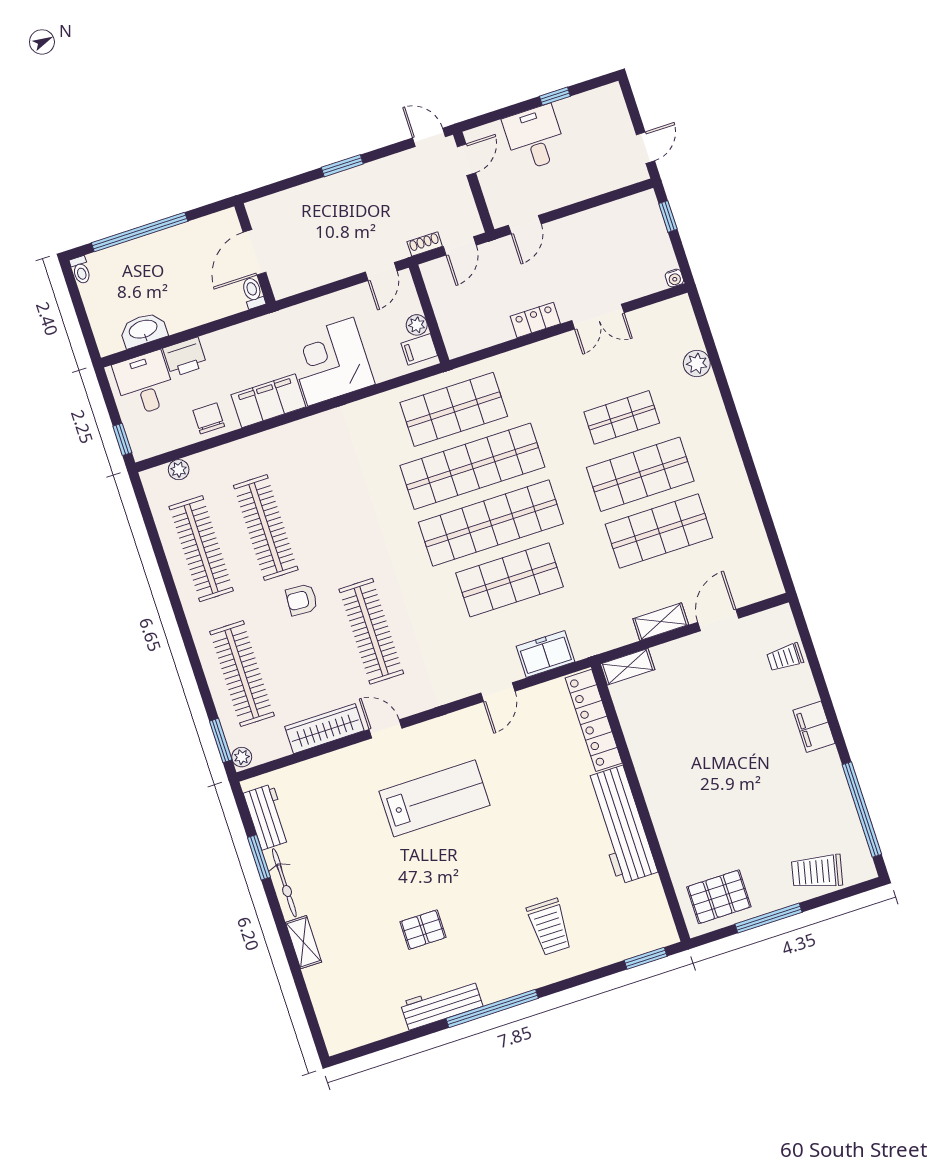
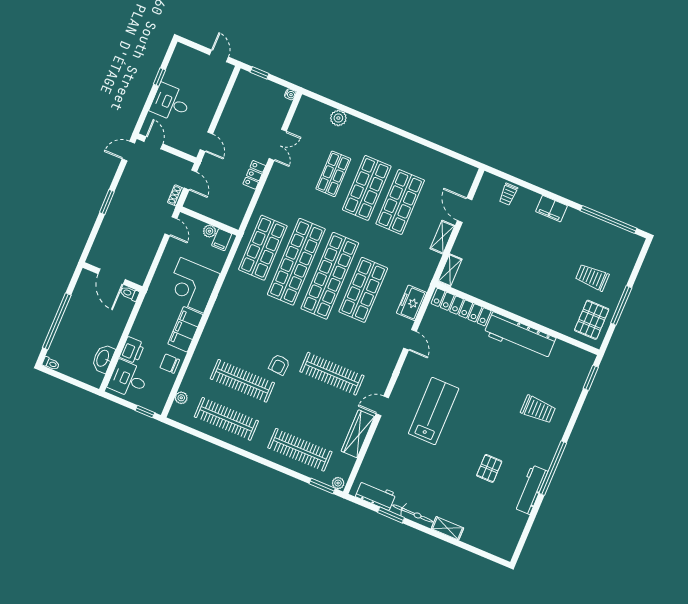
armchair: (302, 600) -> (279, 365), moved
trolley: (817, 872) -> (592, 277), moved, turned 77

